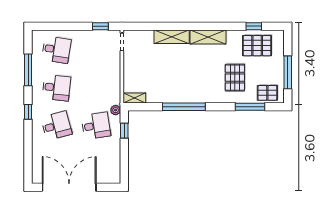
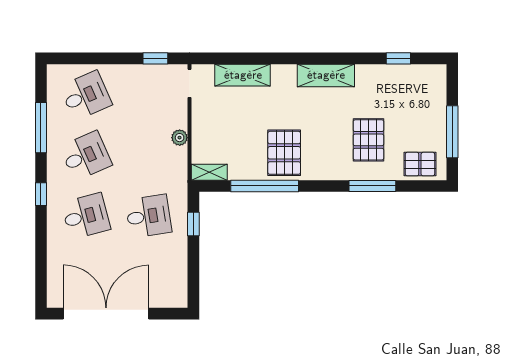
shelving: (172, 37) -> (243, 75), moved
pallet: (257, 46) -> (284, 153), moved, turned 90
desk: (56, 50) -> (86, 96), turned -33
desk: (56, 88) -> (86, 156), turned -30
window: (184, 107) -> (265, 186), moved
window: (250, 107) -> (372, 186), moved
plant: (116, 110) -> (180, 138), moved

